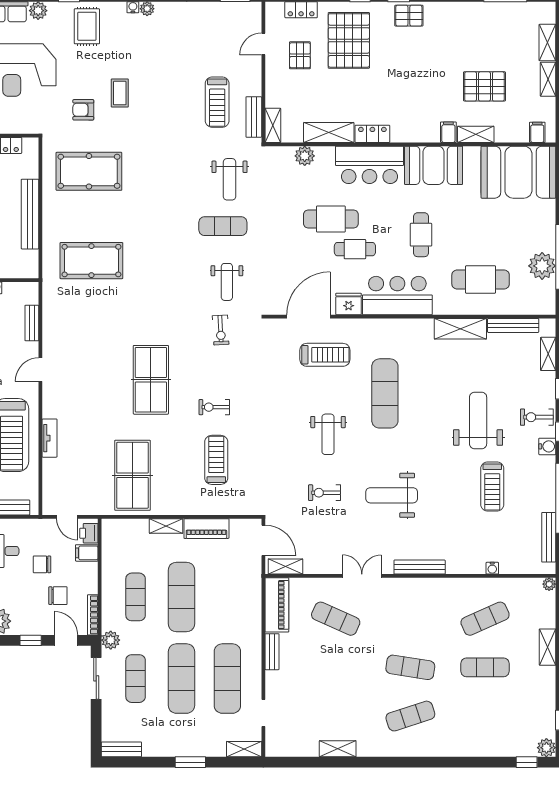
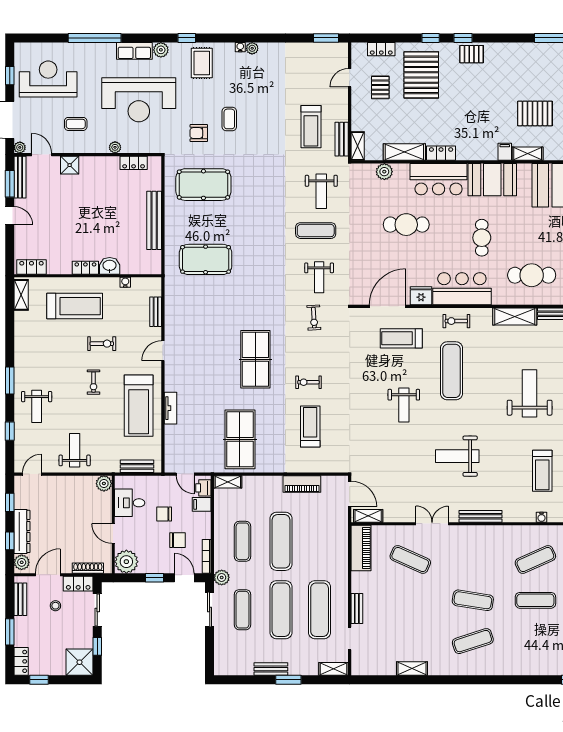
cafe table: (355, 249) -> (426, 250), removed
treadmill: (325, 355) -> (401, 338), turned 180
treadmill: (492, 486) -> (542, 471), moved
exercise bike: (325, 493) -> (456, 321), moved
shelving: (166, 526) -> (228, 482), moved
bench: (272, 652) -> (357, 608), moved
bench: (121, 749) -> (271, 669), moved

